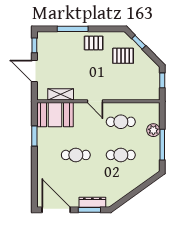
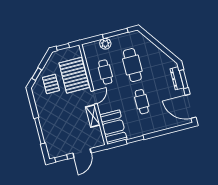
pallet: (94, 43) -> (74, 75), moved, width x2.05, depth x2.00
shelving: (61, 94) -> (93, 116), moved
cafe table: (121, 155) -> (132, 65), width x1.37, depth x1.35
door: (56, 210) -> (191, 106), hinge flipped

